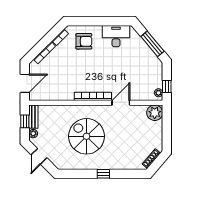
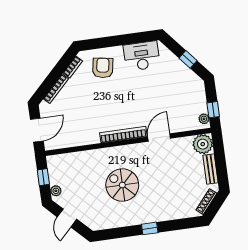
armchair: (84, 41) -> (103, 68), turned -80
window: (152, 44) -> (188, 59), width x0.46
bench: (33, 117) -> (210, 169), moved
spiral stairs: (86, 136) -> (122, 185), width x0.73, depth x0.73

